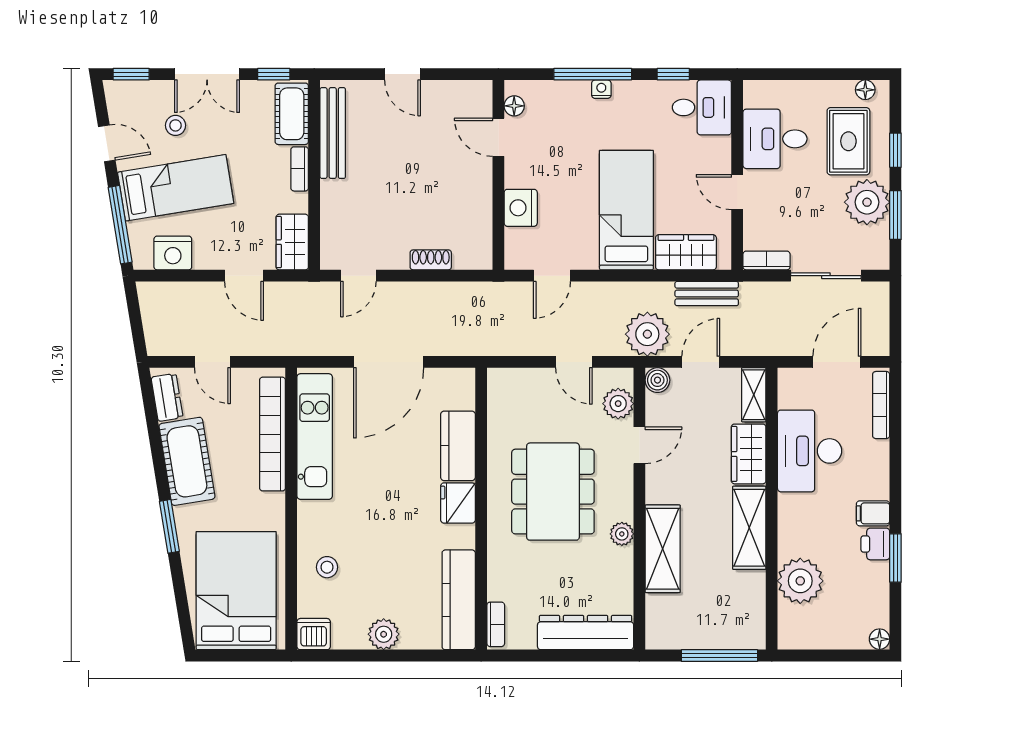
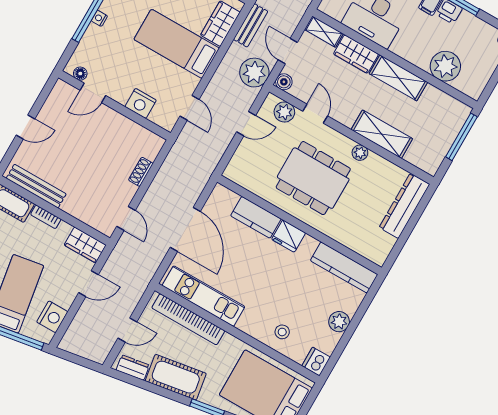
bookcase: (496, 624) -> (370, 254), removed

